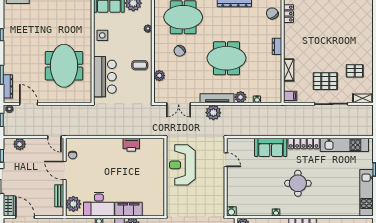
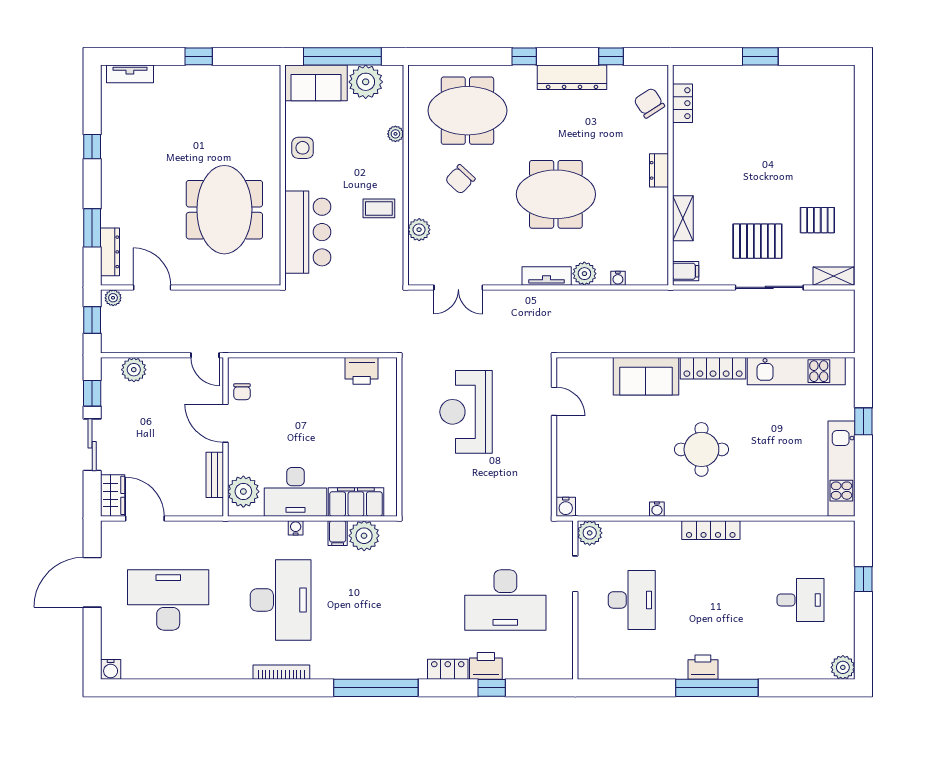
tv unit: (217, 98) -> (547, 276), width x0.71
plant: (213, 113) -> (529, 305), removed
wall: (165, 177) -> (399, 437), moved

